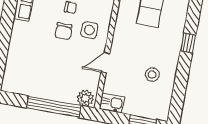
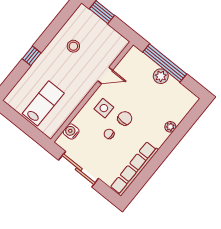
plant: (14, 47) -> (170, 127), added
plant: (85, 98) -> (161, 76), moved
kitchen sink: (112, 103) -> (117, 41), removed

